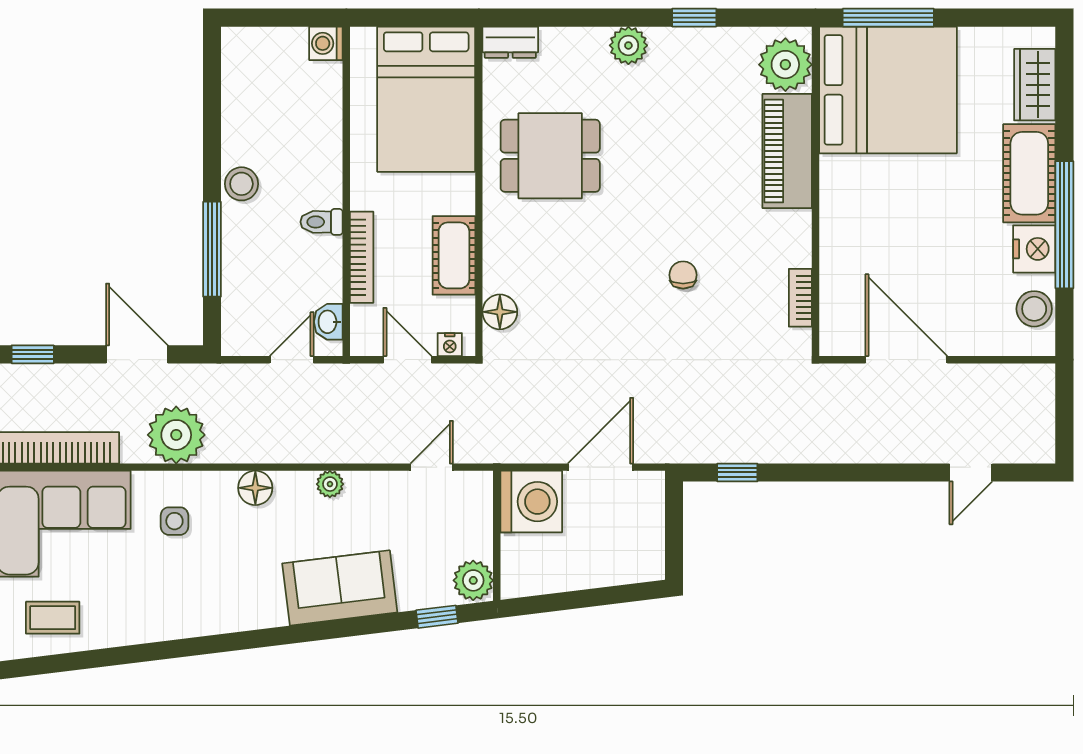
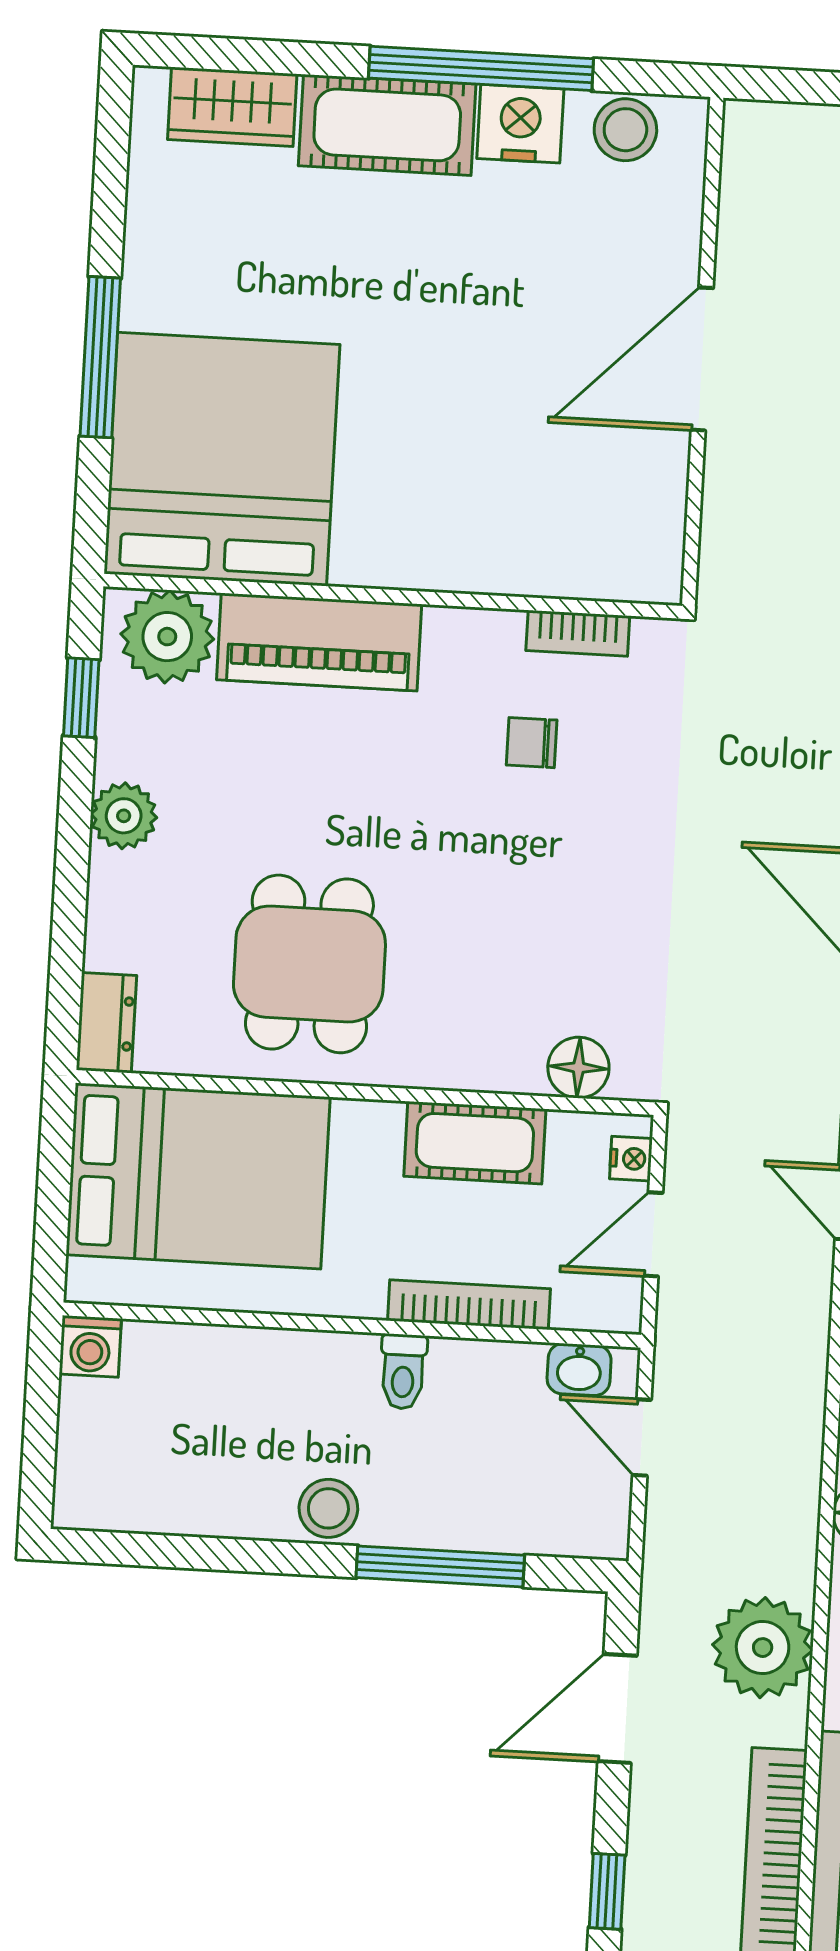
plant: (785, 65) -> (167, 637), moved
bed: (888, 90) -> (222, 459), moved
piano: (787, 151) -> (319, 642), moved
wall: (815, 191) -> (393, 596), moved
bookcase: (800, 298) -> (578, 633), moved

